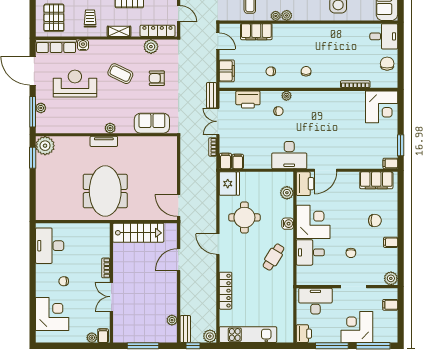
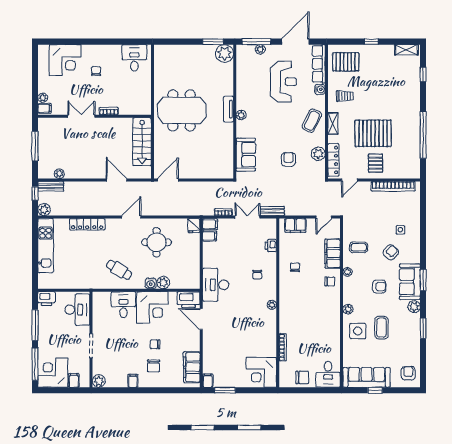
plant: (287, 15) -> (348, 309), moved
chair: (306, 71) -> (330, 281), moved
coffee table: (120, 74) -> (312, 121), moved
plant: (286, 96) -> (272, 305), moved
printer: (248, 100) -> (271, 246), width x0.53, depth x0.68
fridge: (229, 184) -> (194, 226), width x0.53, depth x0.75
plant: (287, 193) -> (163, 283), moved
desk: (50, 246) -> (134, 58), width x0.73
chair: (351, 253) -> (155, 344), moved
corner desk: (357, 327) -> (53, 373), moved, turned -90

